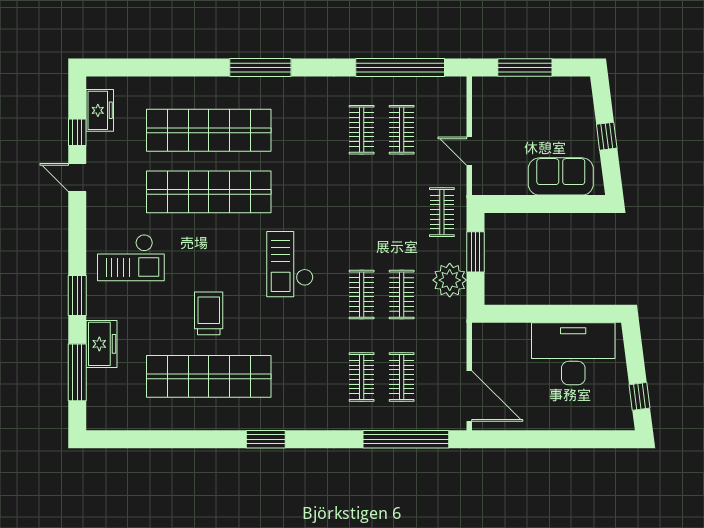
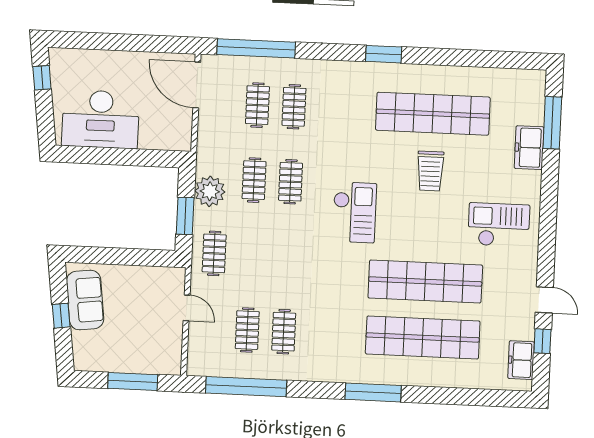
sofa: (561, 176) -> (85, 300), moved, turned -97
window: (77, 296) -> (549, 193), removed

